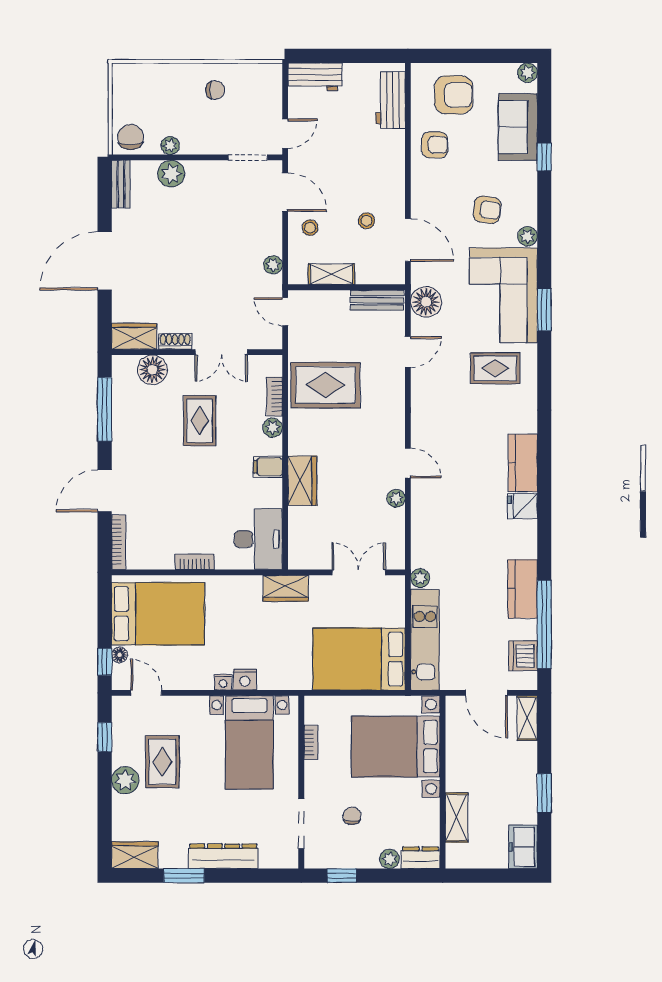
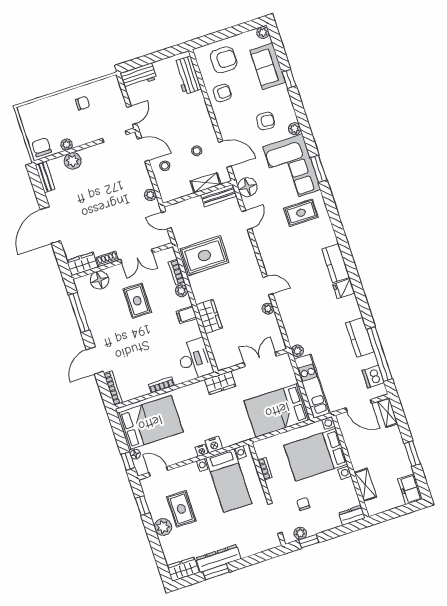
shelving: (331, 274) -> (205, 183), moved
dresser: (223, 856) -> (218, 558), moved
plant: (390, 859) -> (300, 533), moved

